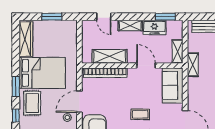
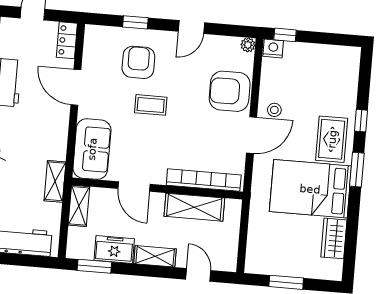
wardrobe: (26, 39) -> (334, 238), width x0.67

